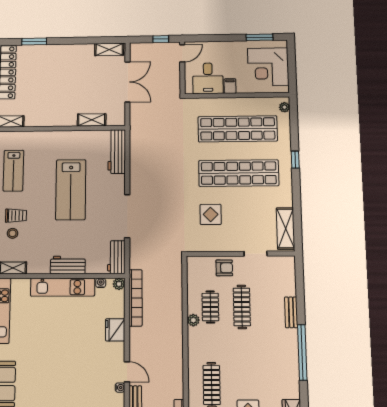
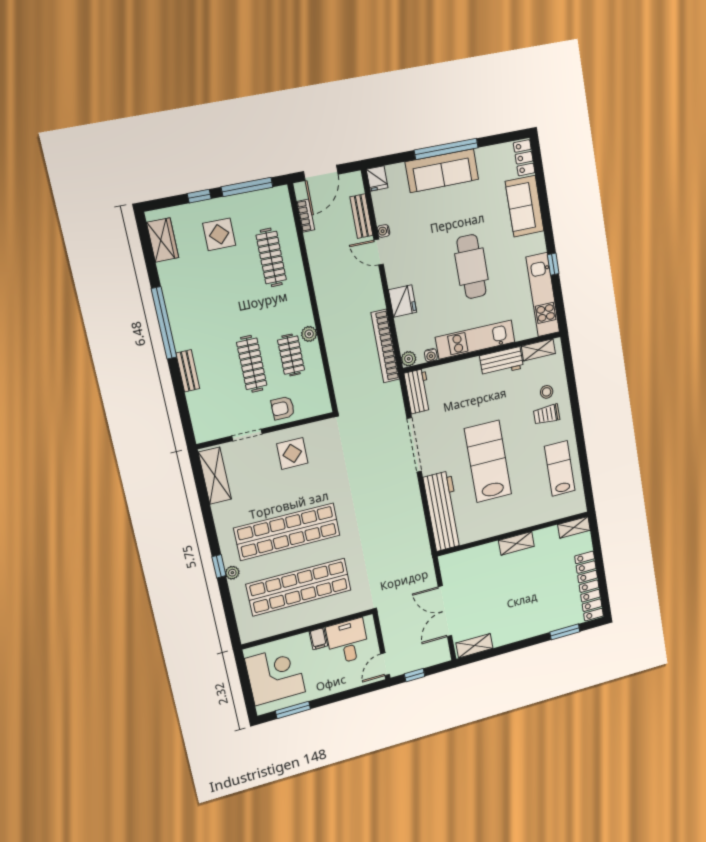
plant: (284, 107) -> (232, 573), moved
shelving: (92, 120) -> (516, 543), moved
workbench: (117, 152) -> (443, 511), width x1.36, depth x1.32
display table: (211, 214) -> (292, 453), moved
workbench: (68, 265) -> (502, 362), moved
cafe table: (55, 345) -> (471, 267), added

